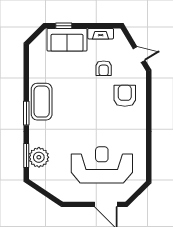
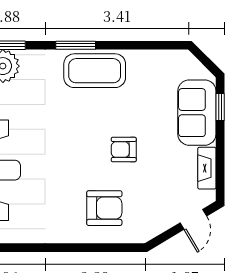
door: (139, 54) -> (193, 219), moved
armchair: (104, 68) -> (124, 150), moved

